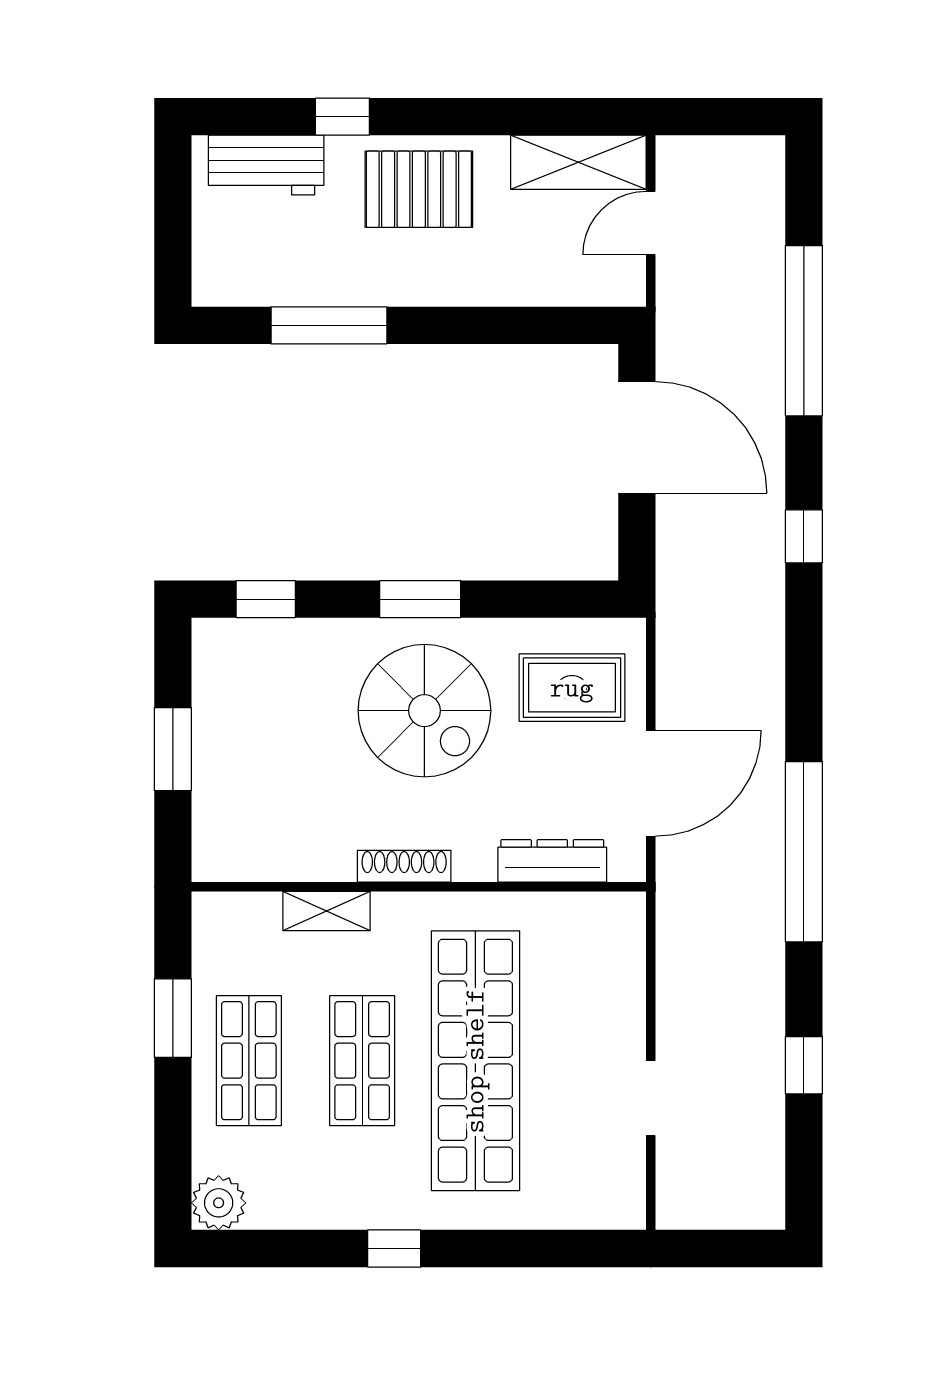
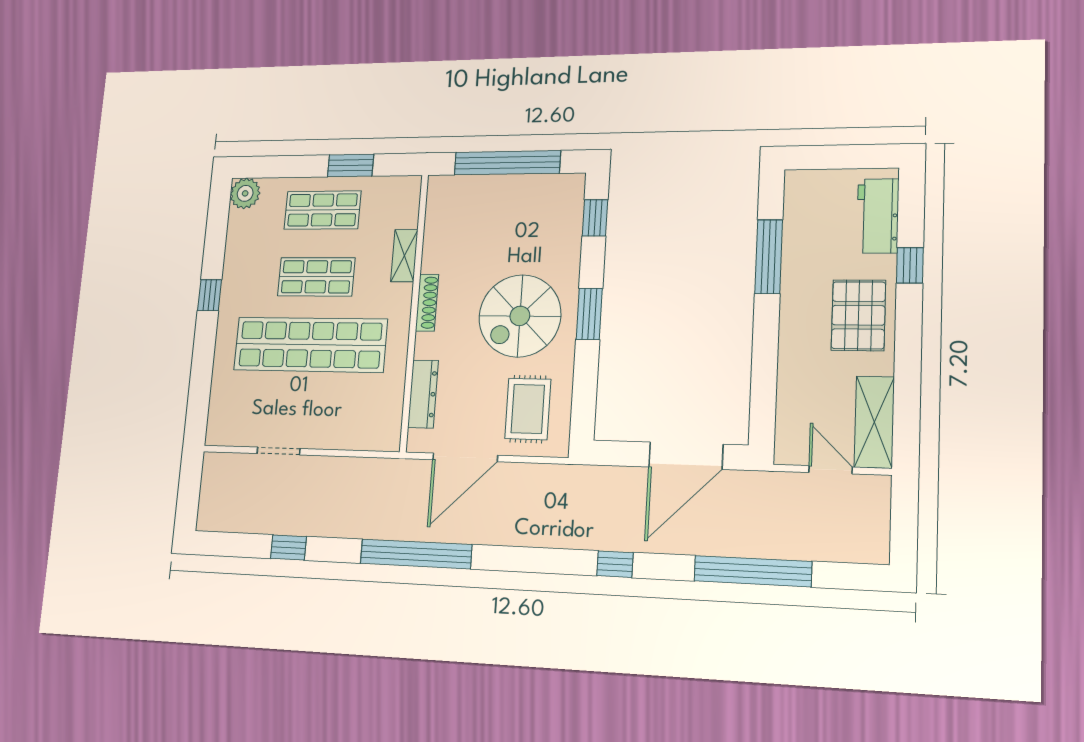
window: (173, 749) -> (507, 163), width x2.11
door: (651, 783) -> (465, 457), hinge flipped

